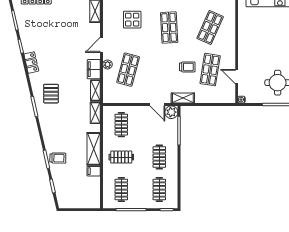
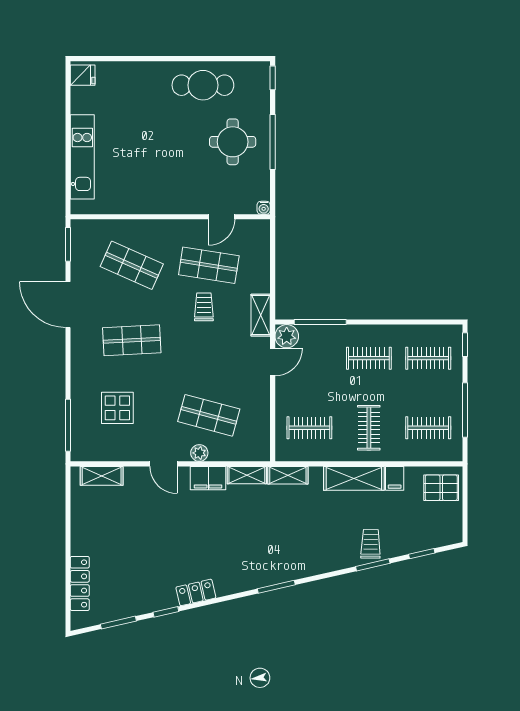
pallet: (51, 94) -> (441, 488), moved

